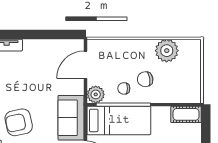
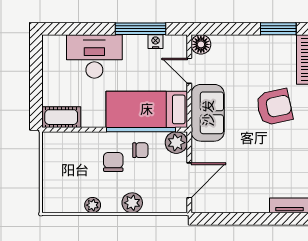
plant: (130, 47) -> (132, 203), added
plant: (167, 51) -> (93, 205), width x0.53, depth x0.53
chair: (145, 79) -> (113, 162), turned -80

